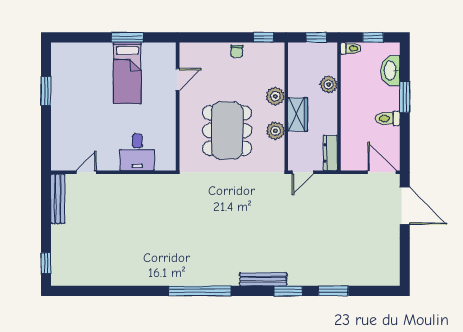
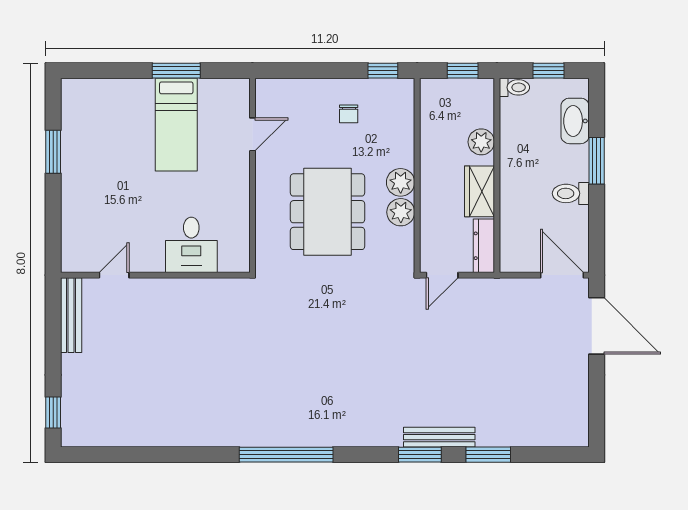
chair: (237, 51) -> (349, 114), moved
plant: (275, 96) -> (401, 182), moved
wardrobe: (298, 114) -> (480, 191), moved, turned 180
bench: (263, 279) -> (439, 437), moved

